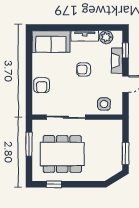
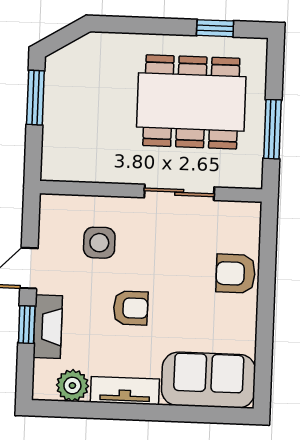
window: (126, 50) -> (27, 325), moved
armchair: (42, 85) -> (236, 274), turned -90
side table: (104, 104) -> (99, 243), moved
sliding door: (66, 117) -> (179, 192), width x0.73

